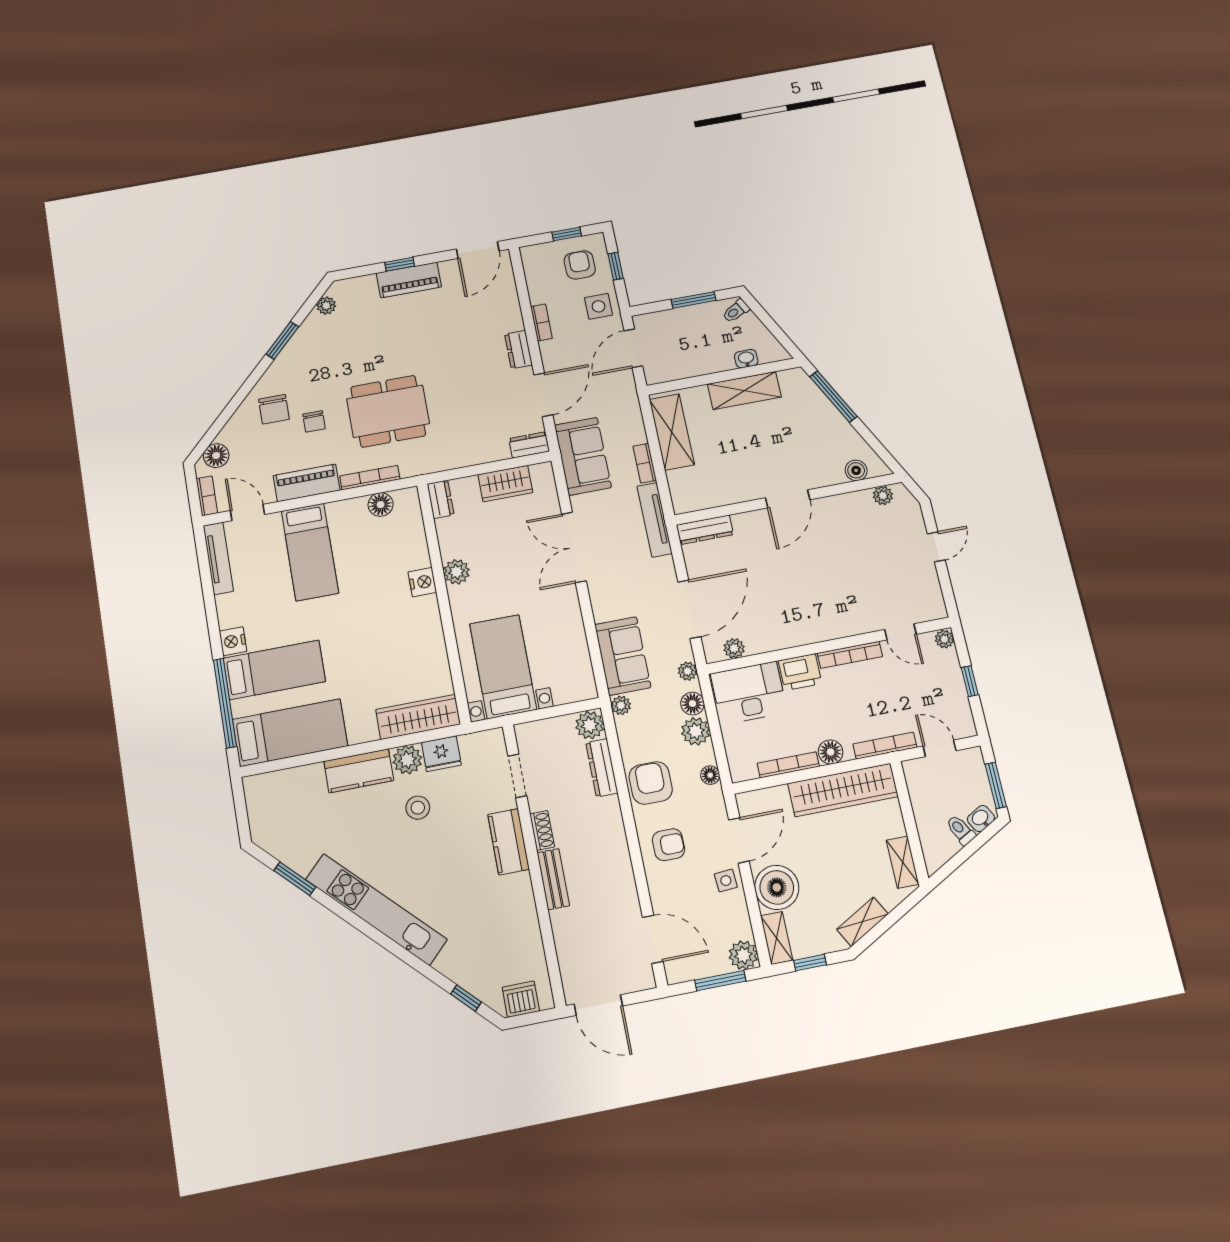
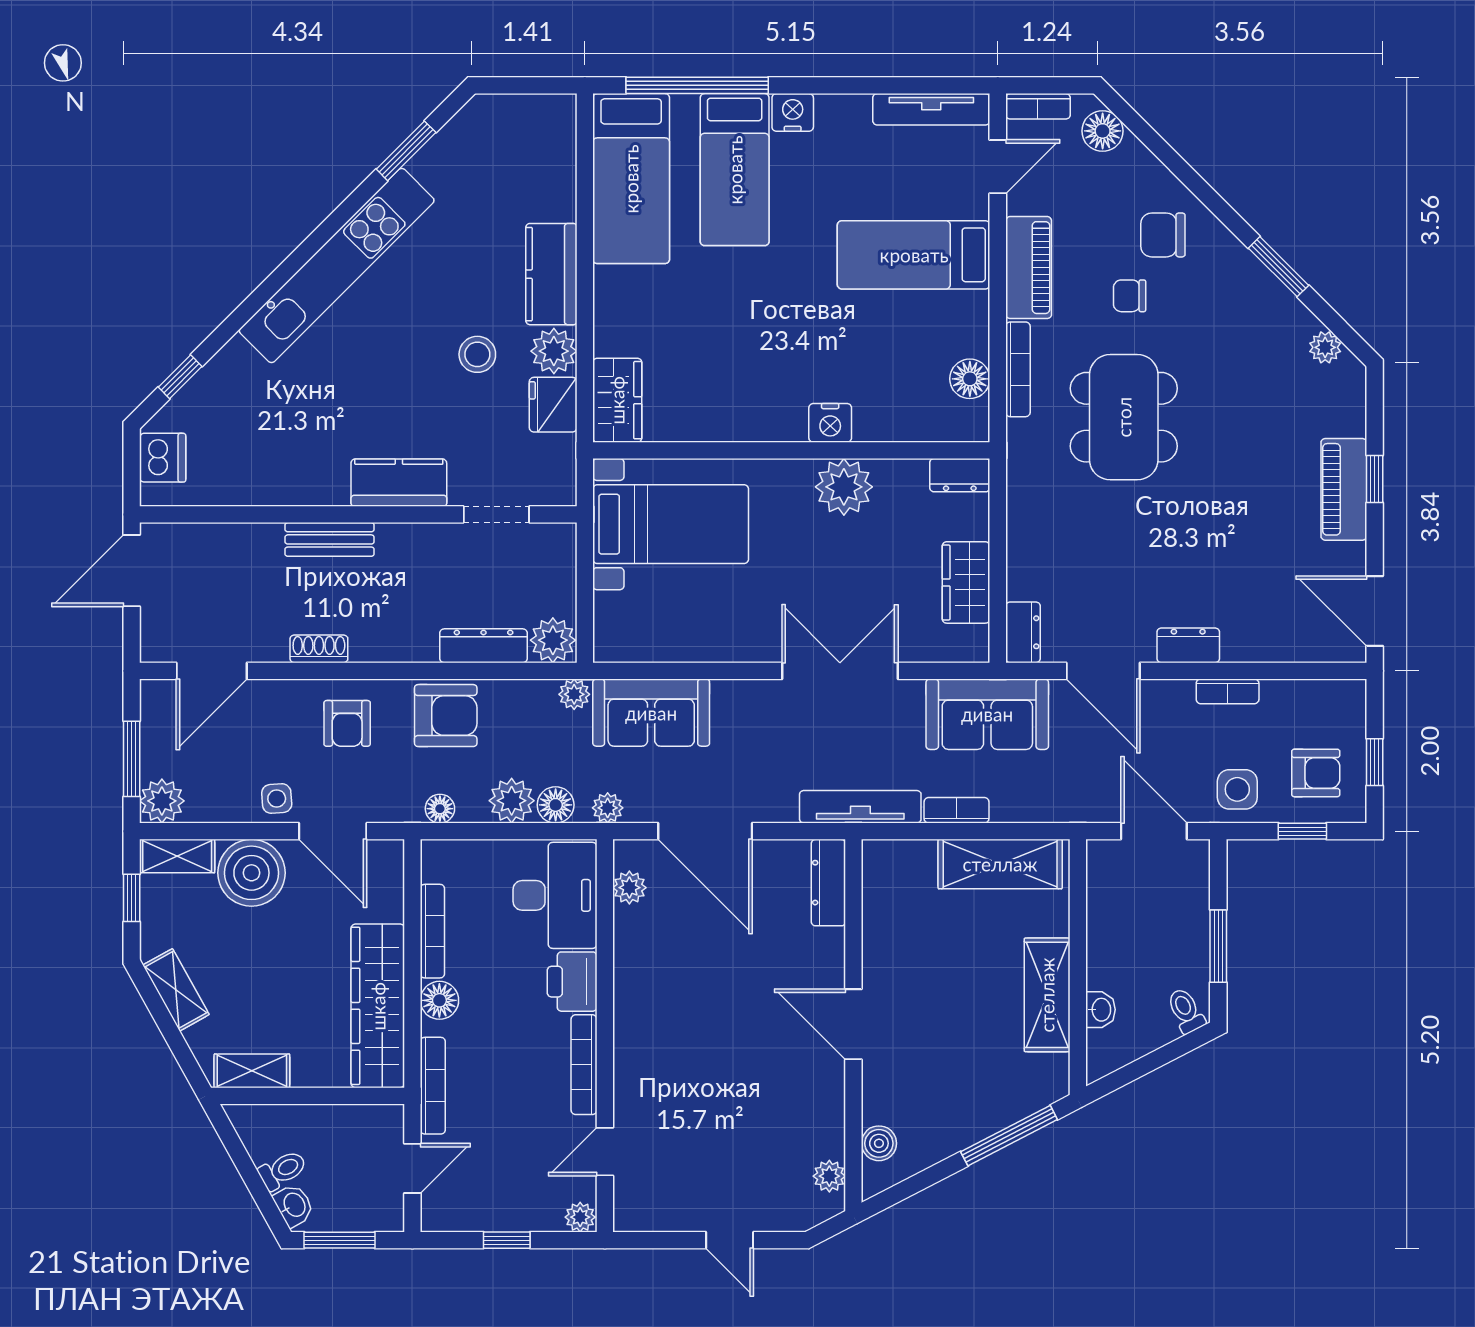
plant: (457, 572) -> (844, 487), width x1.36, depth x1.36
wardrobe: (418, 717) -> (617, 400), width x0.67
shoe rack: (542, 830) -> (319, 649), moved, turned 180

